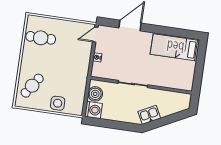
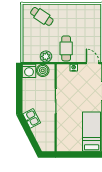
cafe table: (41, 38) -> (66, 48), moved
plant: (80, 88) -> (46, 56), added
side table: (58, 103) -> (30, 40), removed

